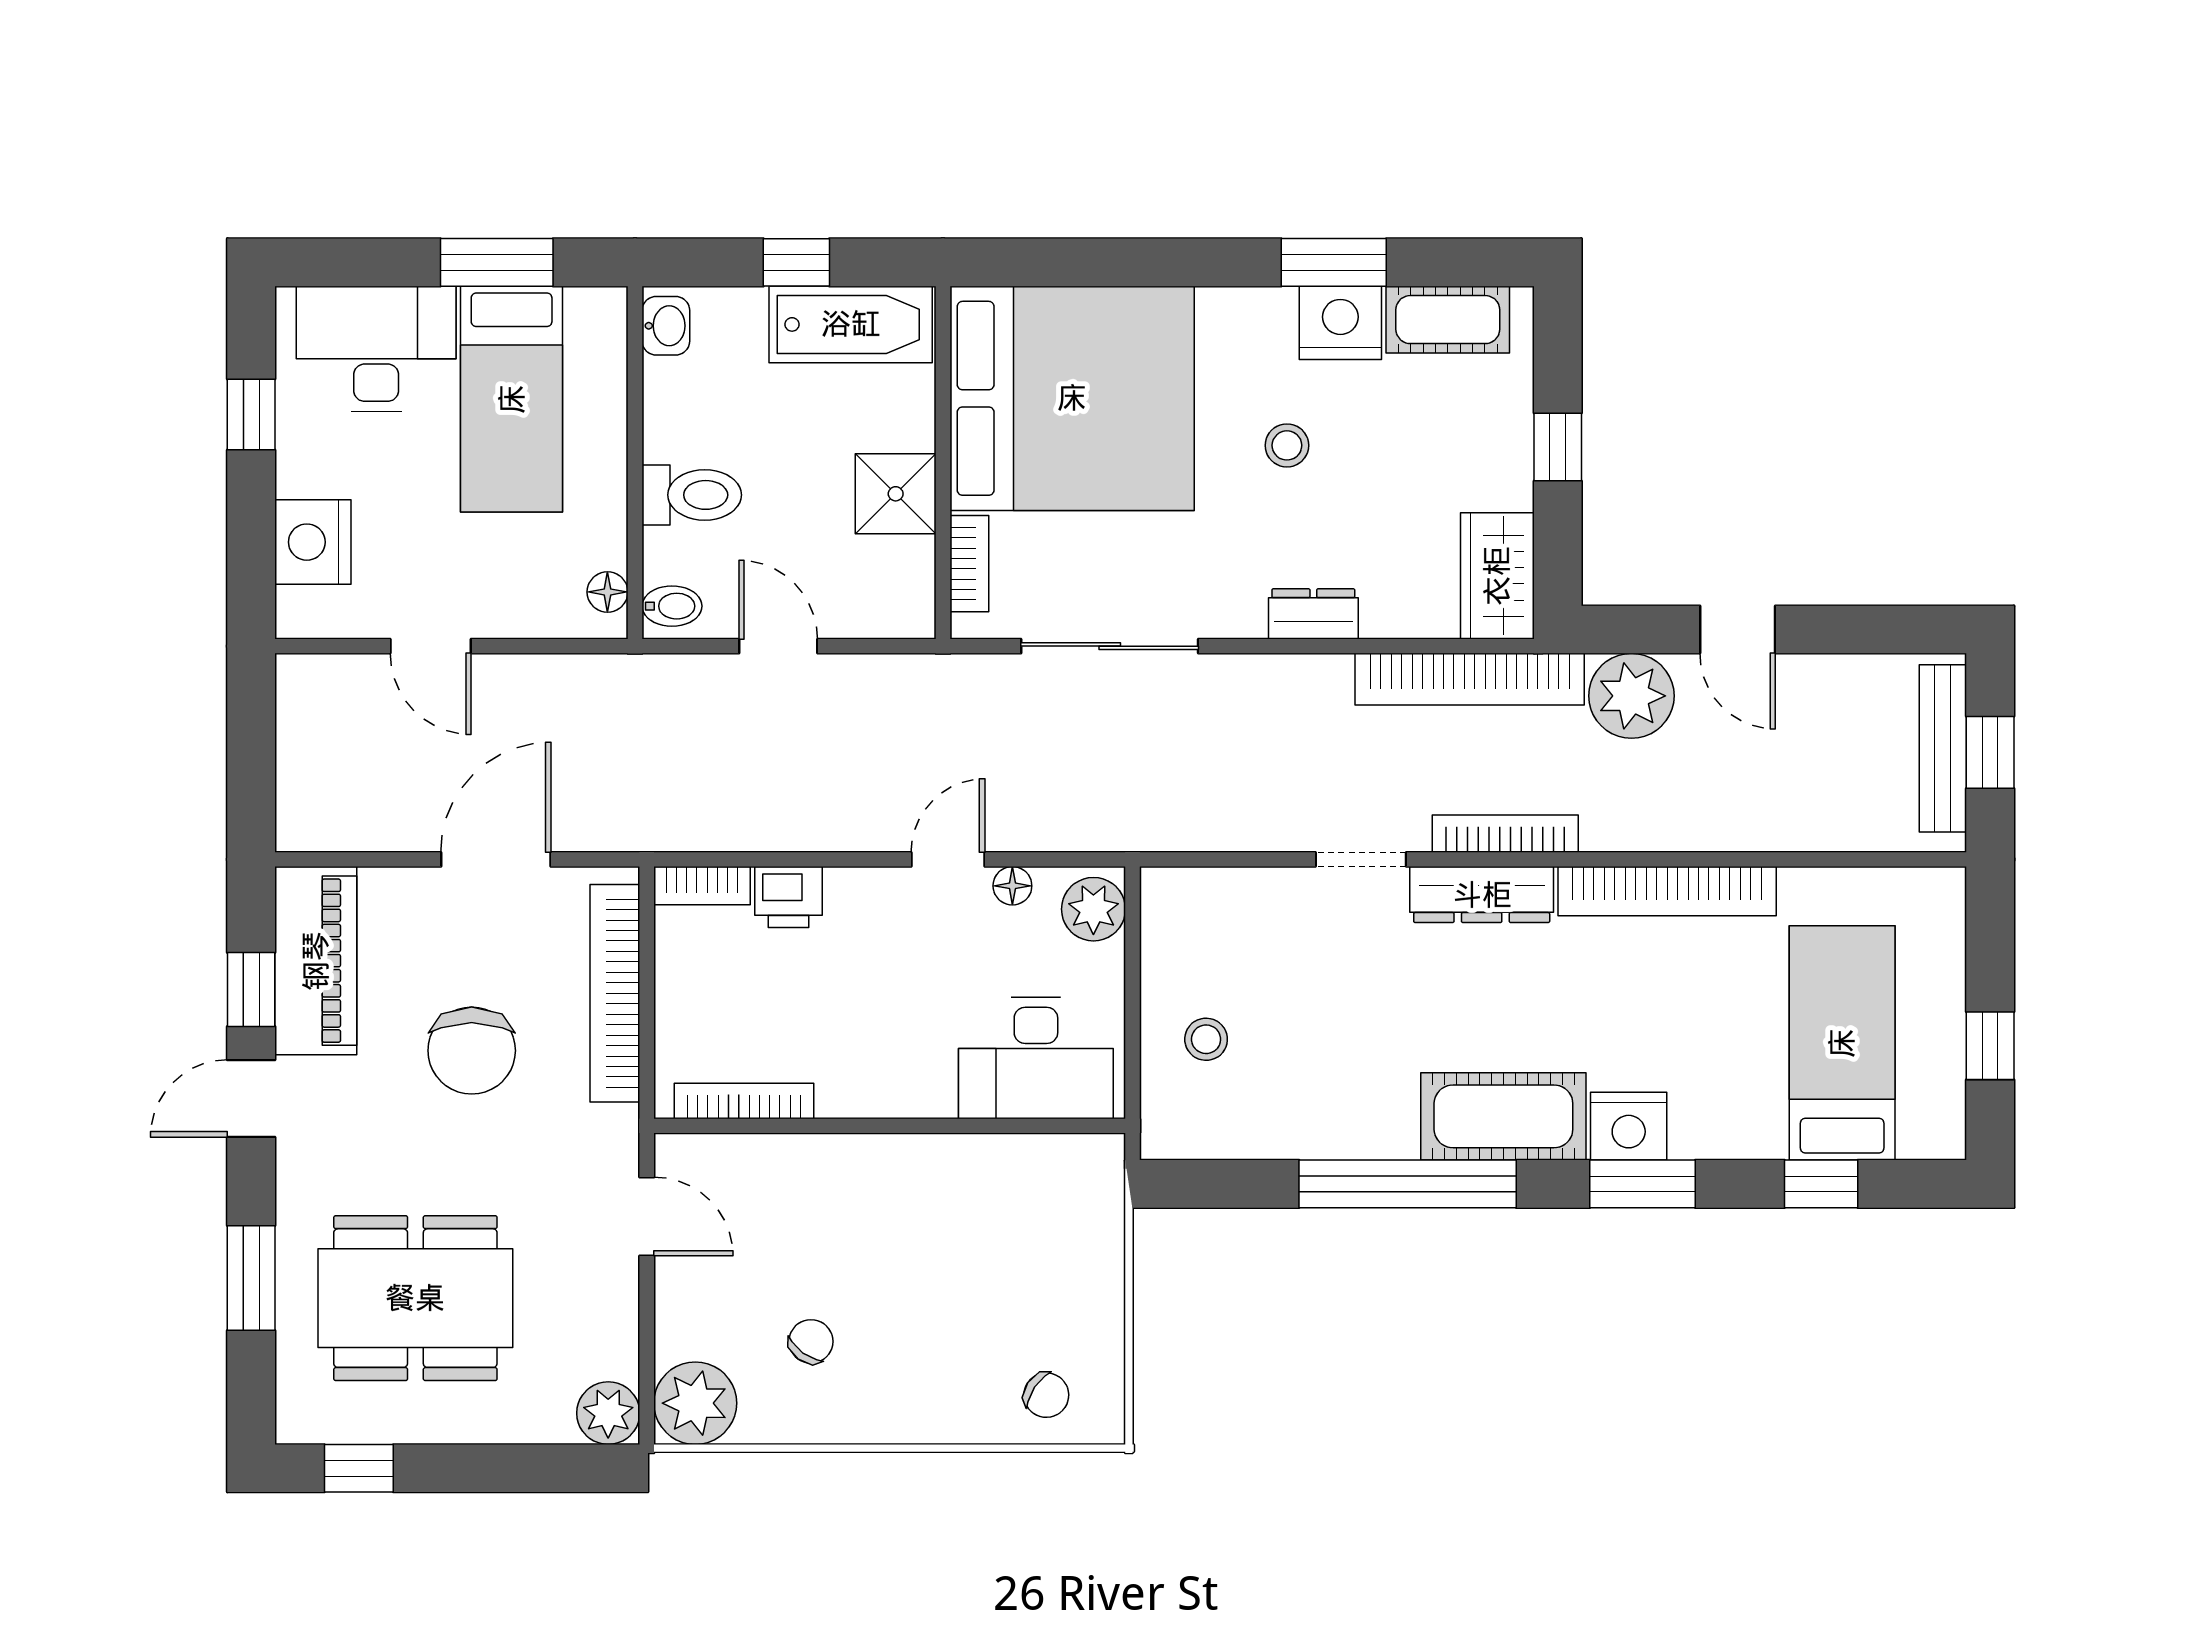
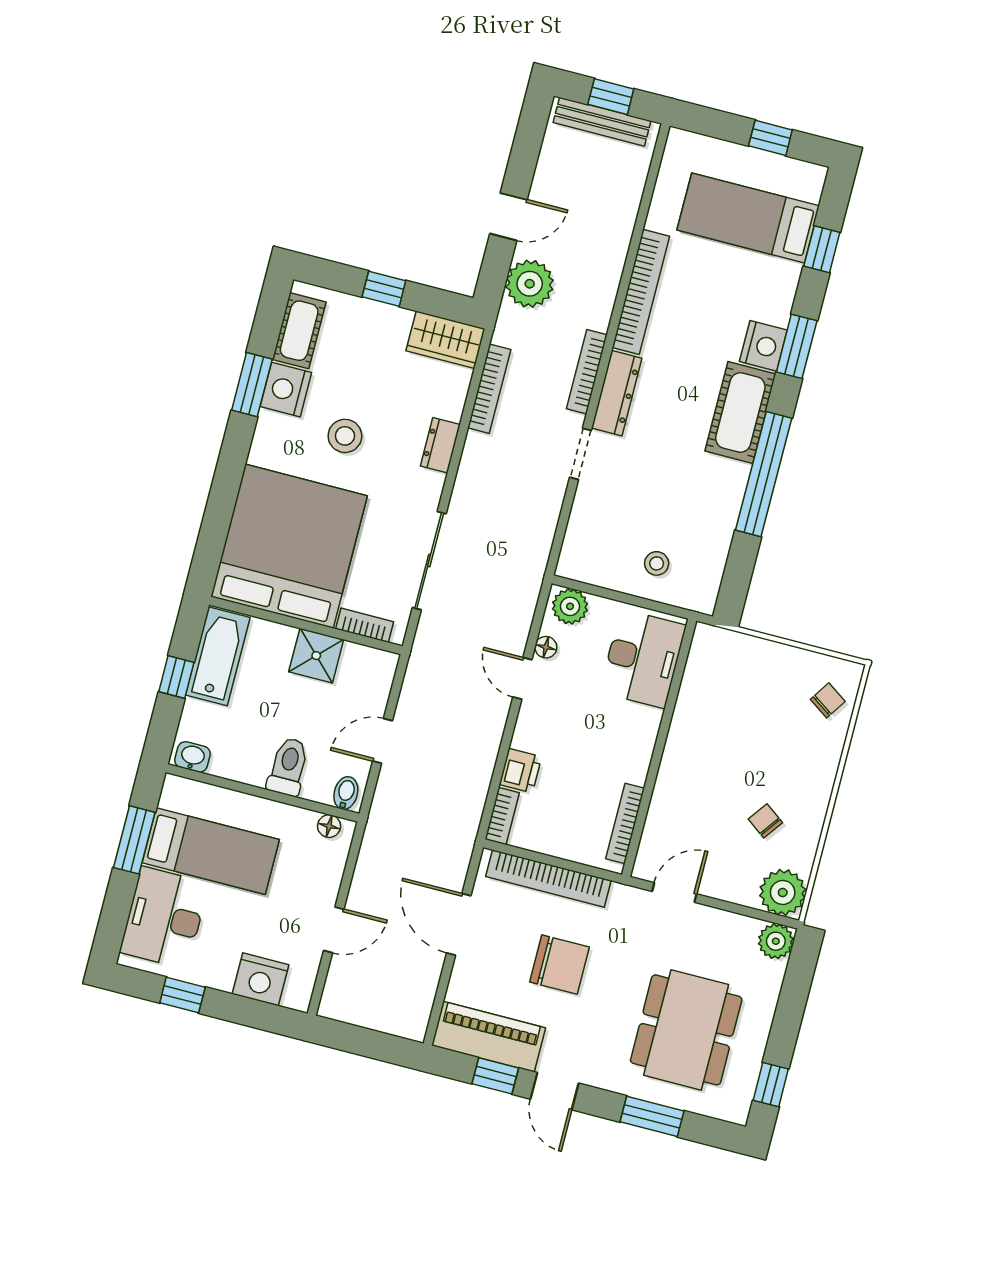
stool: (1287, 445) -> (345, 436), width x1.37, depth x1.37
bookcase: (1470, 679) -> (489, 389), width x0.68, depth x0.76

